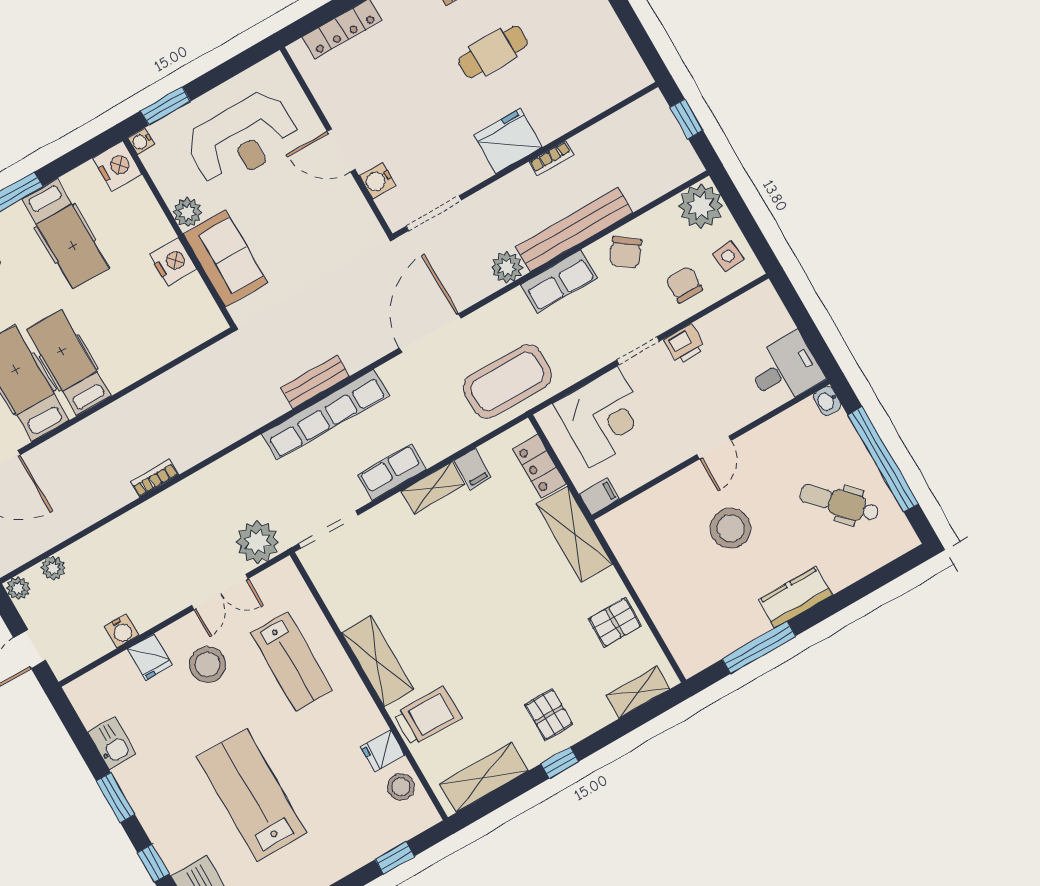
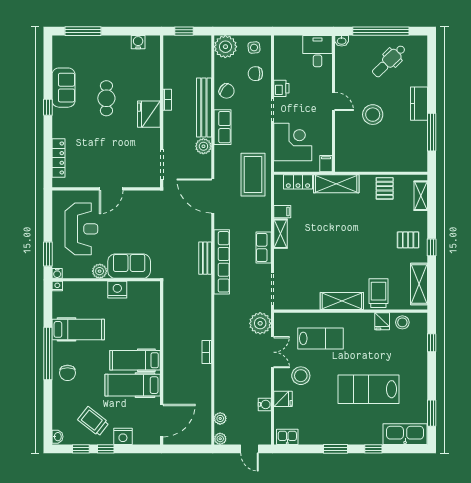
nightstand: (117, 166) -> (57, 286), width x0.53, depth x0.56
water cooler: (378, 181) -> (138, 42), moved, turned 180
kitchen sink: (112, 743) -> (287, 437), moved

